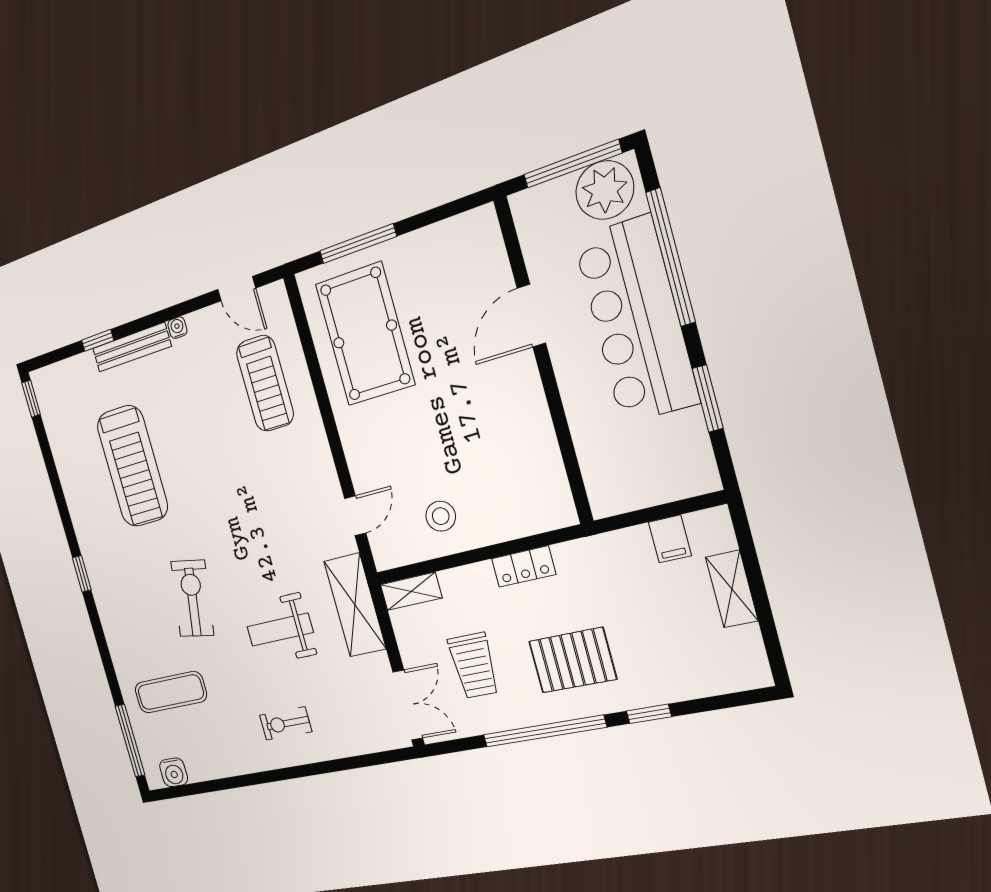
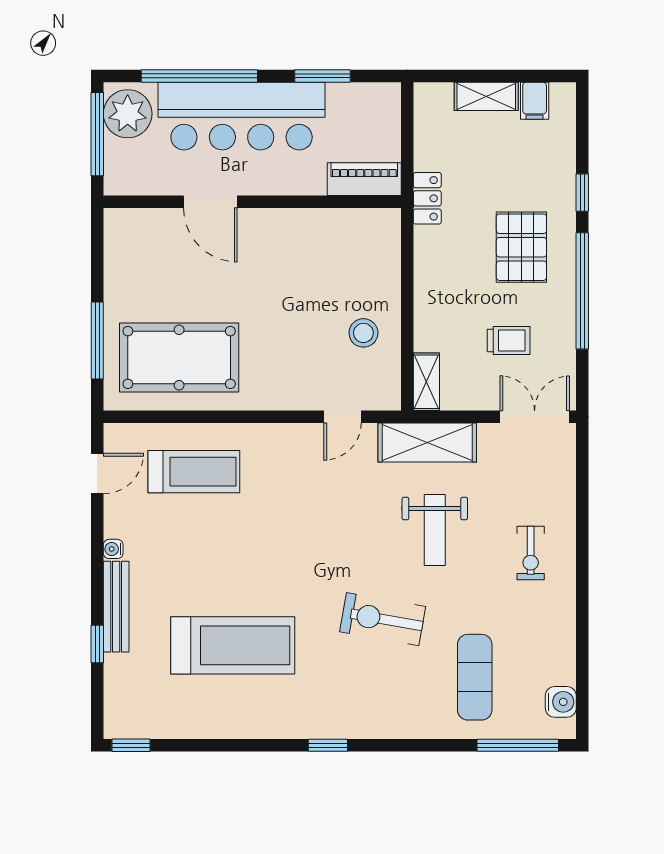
piano: (601, 476) -> (364, 179), added
door: (355, 516) -> (342, 417), swing flipped
filing cabinet: (670, 539) -> (535, 101), moved, turned 90
locker: (524, 567) -> (427, 198), moved
trolley: (474, 665) -> (509, 340), width x0.73, depth x0.72

